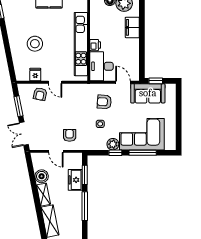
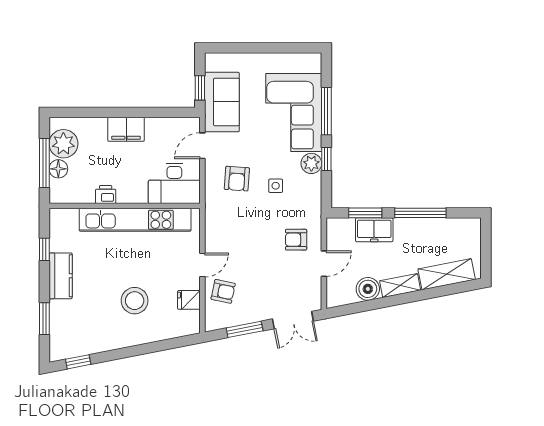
filing cabinet: (132, 27) -> (126, 129), moved
printer: (95, 45) -> (106, 195), moved

